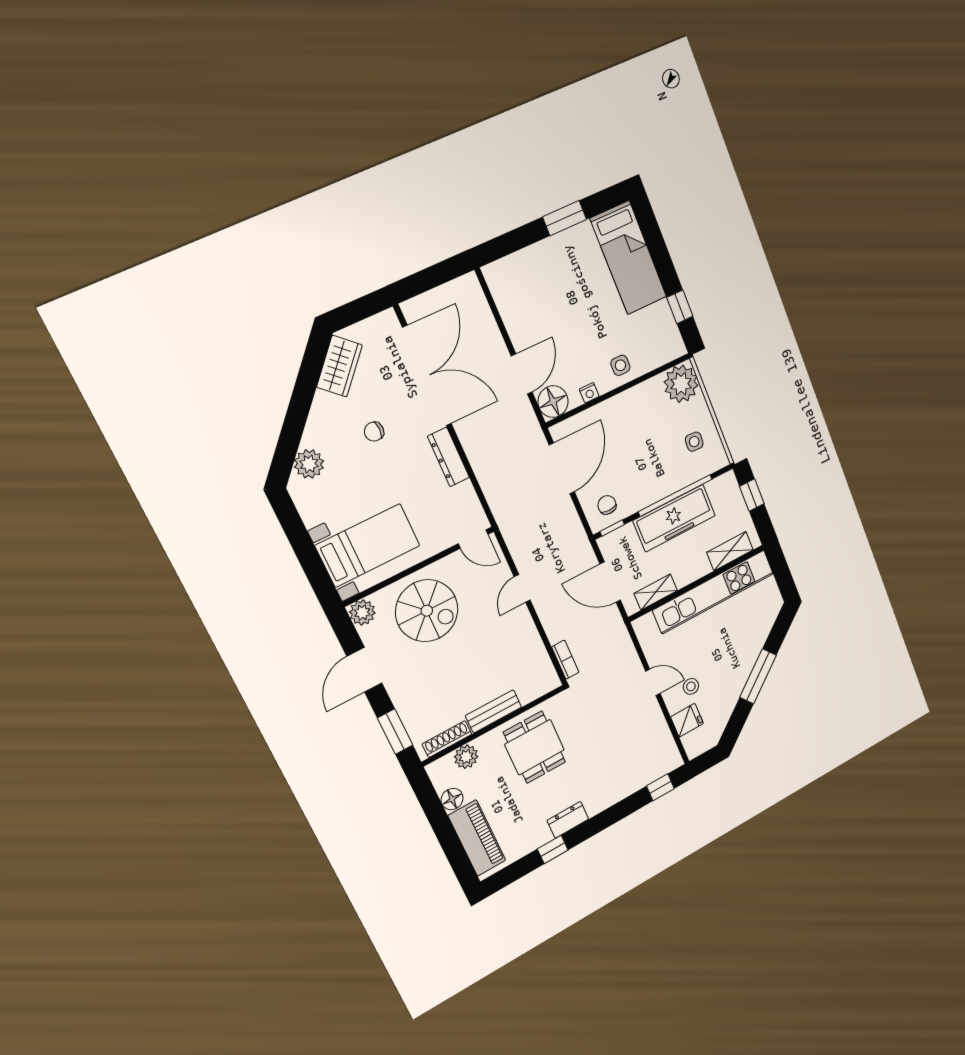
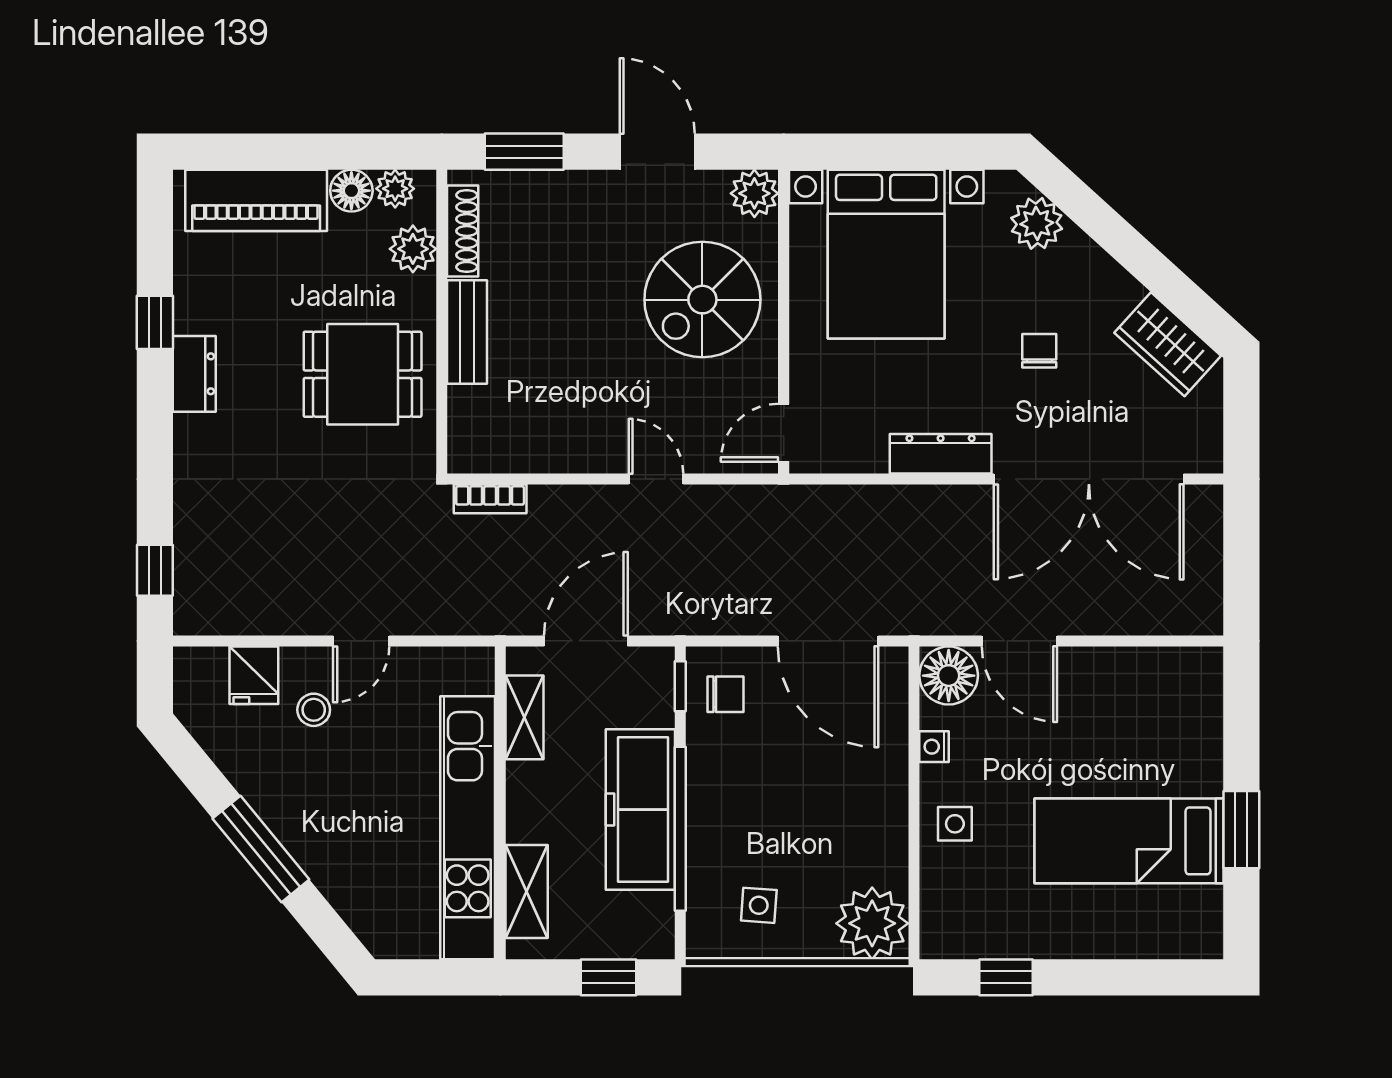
bed: (629, 258) -> (1129, 841), moved
bed with nightstands: (368, 545) -> (886, 254), width x1.36
plant: (442, 780) -> (395, 189), added

